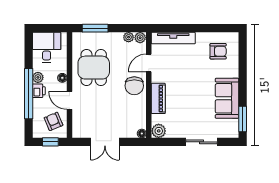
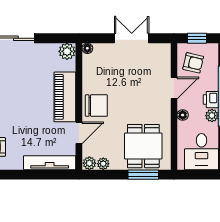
dining table: (94, 68) -> (143, 146), moved
chair: (134, 86) -> (96, 106), turned 90
piano: (158, 98) -> (65, 97), width x1.37, depth x1.33
door: (70, 100) -> (174, 88), hinge flipped
armchair: (54, 121) -> (193, 63), turned -54

